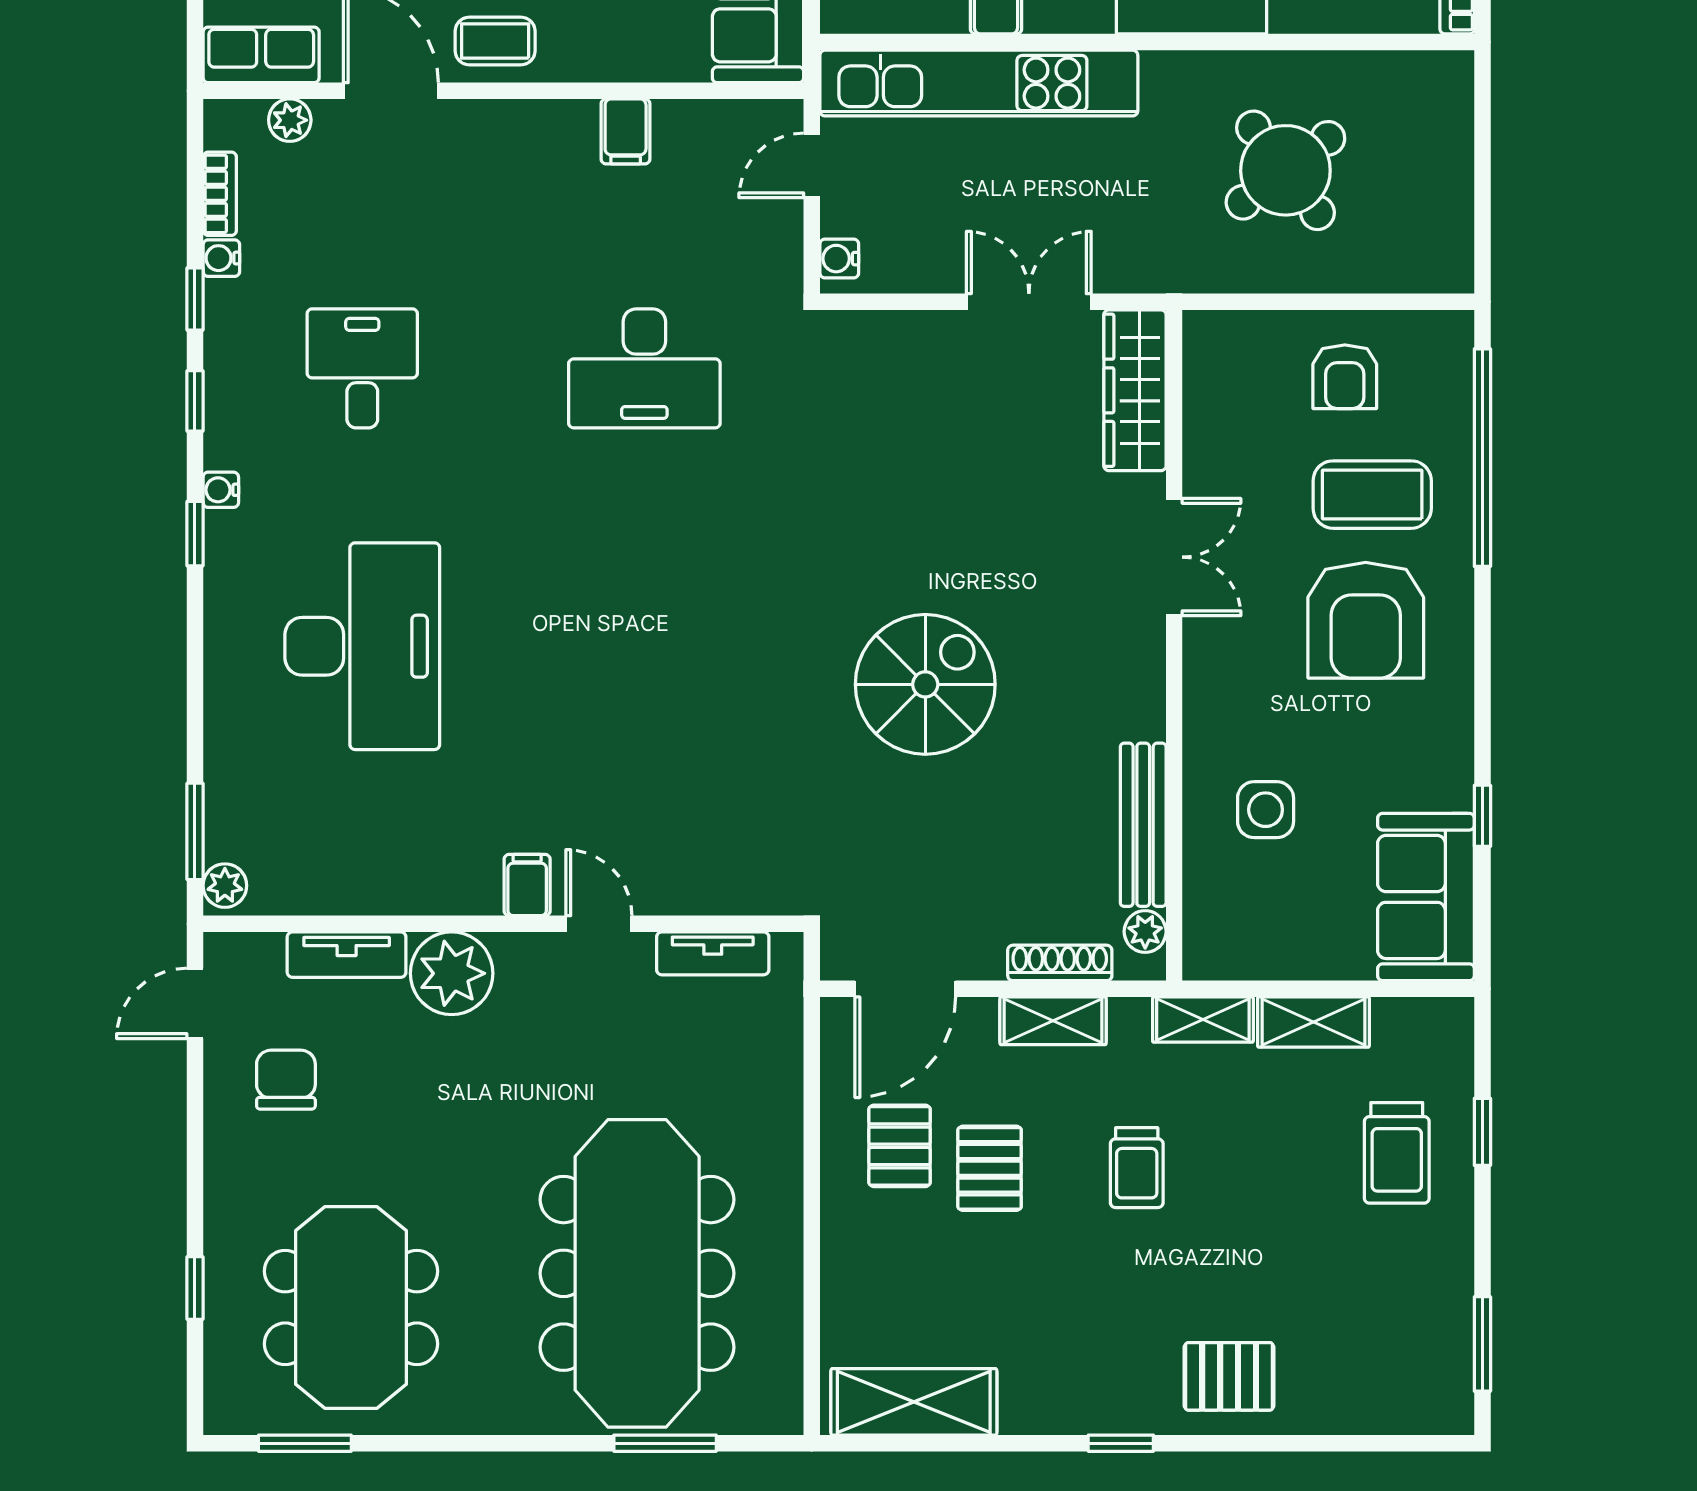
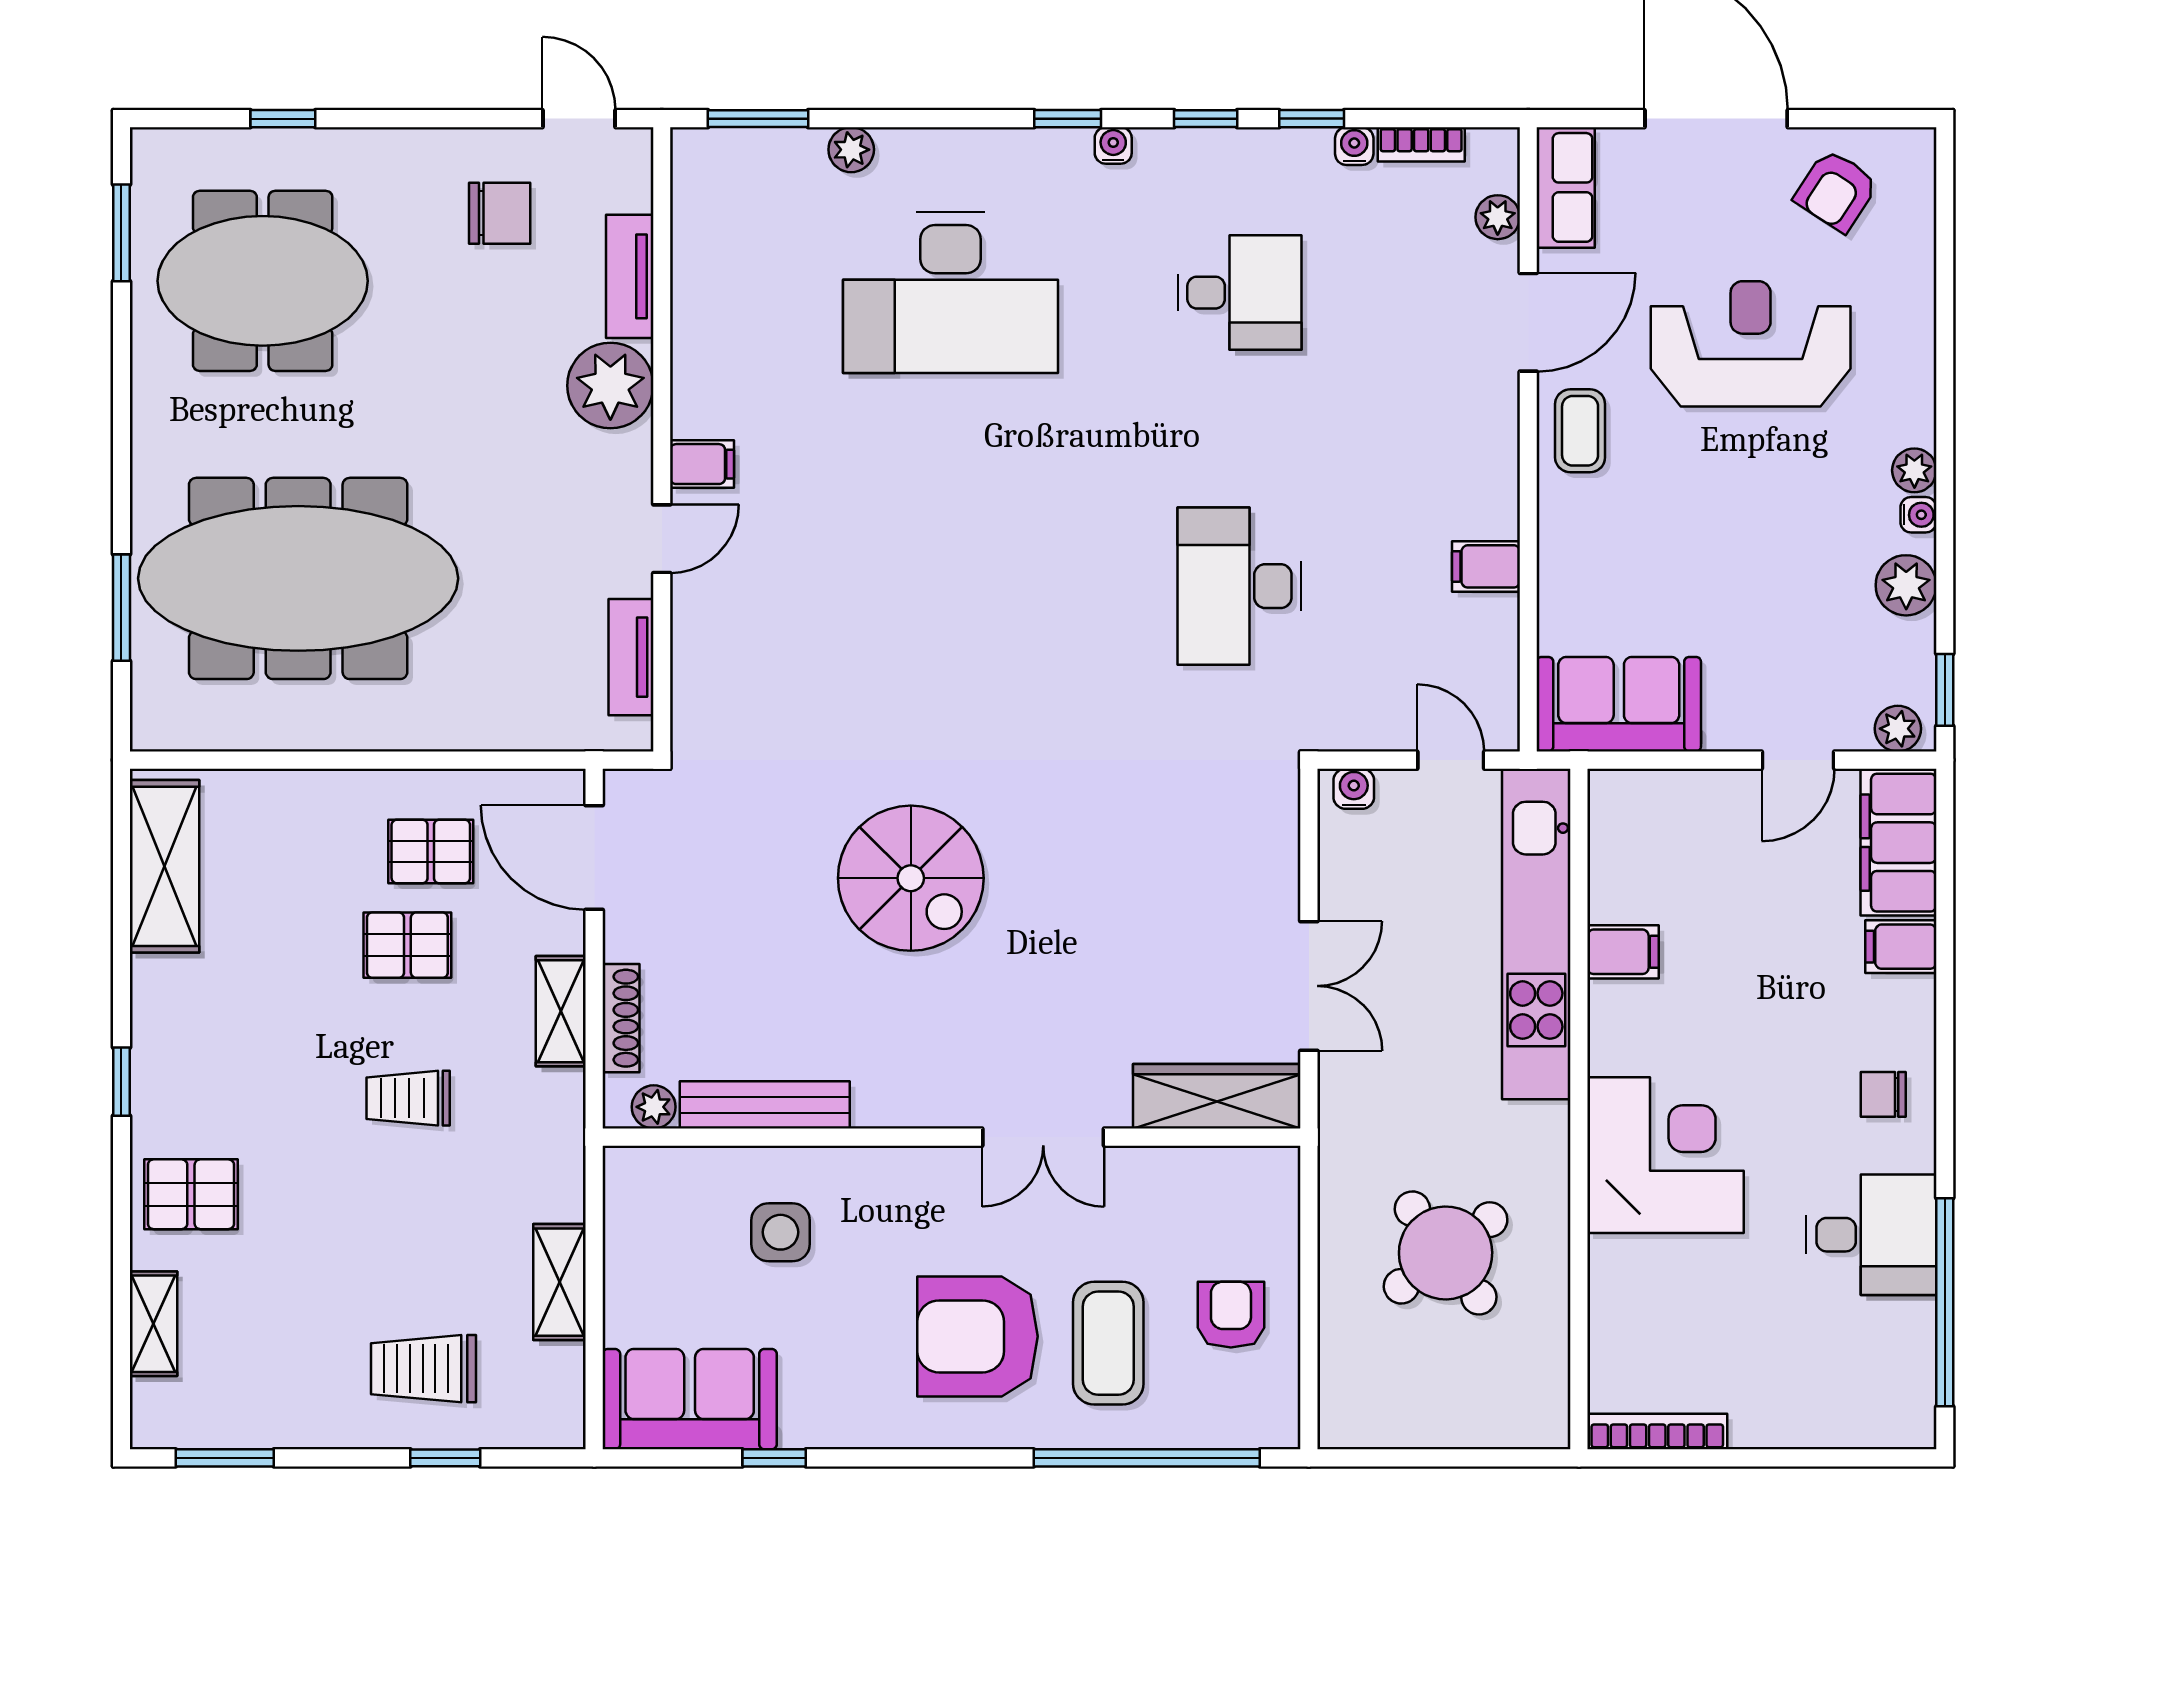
armchair: (1345, 377) -> (1231, 1315), turned 90
plant: (225, 886) -> (851, 150), moved
shelving: (1203, 1020) -> (153, 1324), moved
pallet: (1229, 1376) -> (191, 1194), turned 90

